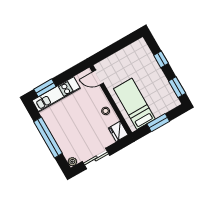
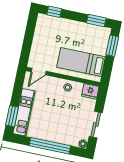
window: (161, 59) -> (54, 12), moved
window: (158, 123) -> (112, 46), moved

